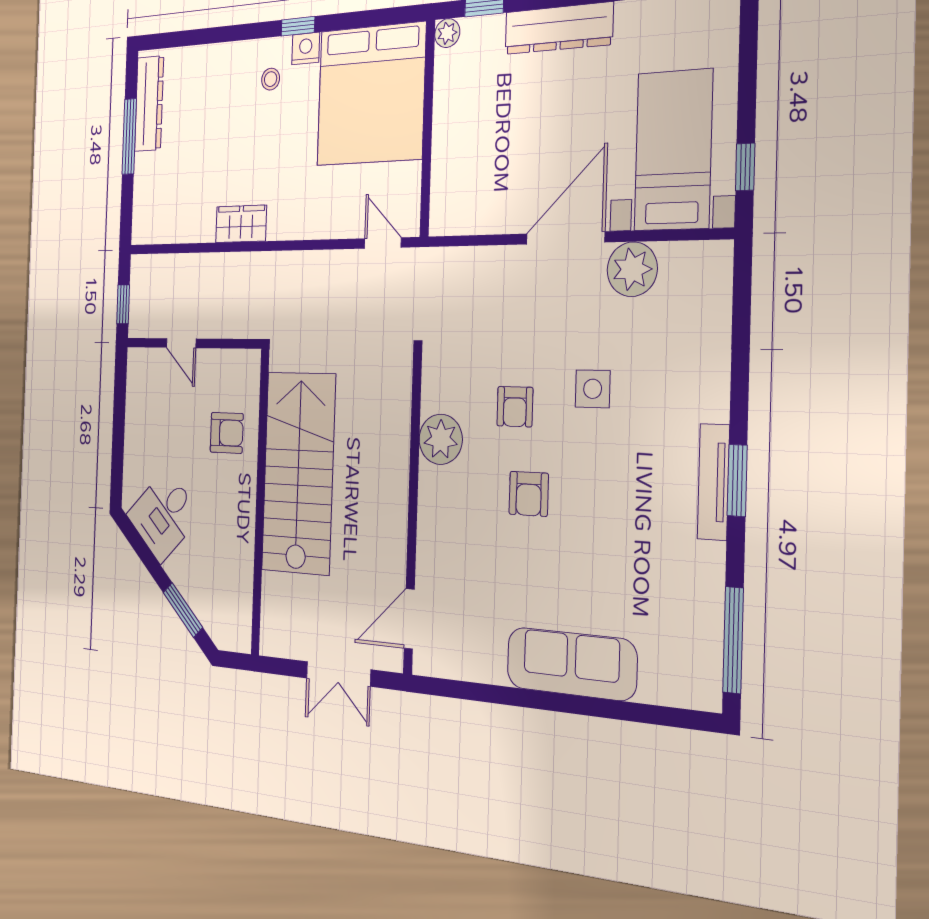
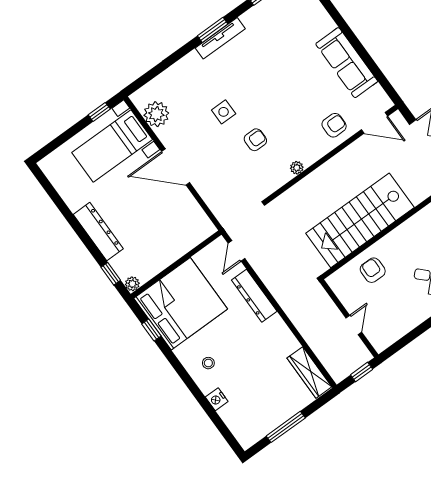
window: (298, 26) -> (151, 330), moved
nightstand: (306, 49) -> (217, 399), moved
dresser: (149, 104) -> (254, 296), moved, turned -90
wardrobe: (241, 224) -> (309, 372), moved, width x1.50
plant: (632, 269) -> (156, 114), moved
plant: (441, 439) -> (297, 168), width x0.53, depth x0.53
armchair: (529, 494) -> (334, 125), moved
sofa: (571, 664) -> (347, 63), moved

